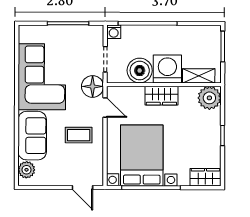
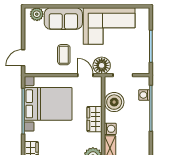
washing machine: (114, 32) -> (144, 95), moved
washing machine: (167, 69) -> (110, 129), width x0.53, depth x0.53
door: (105, 108) -> (85, 75), swing flipped

